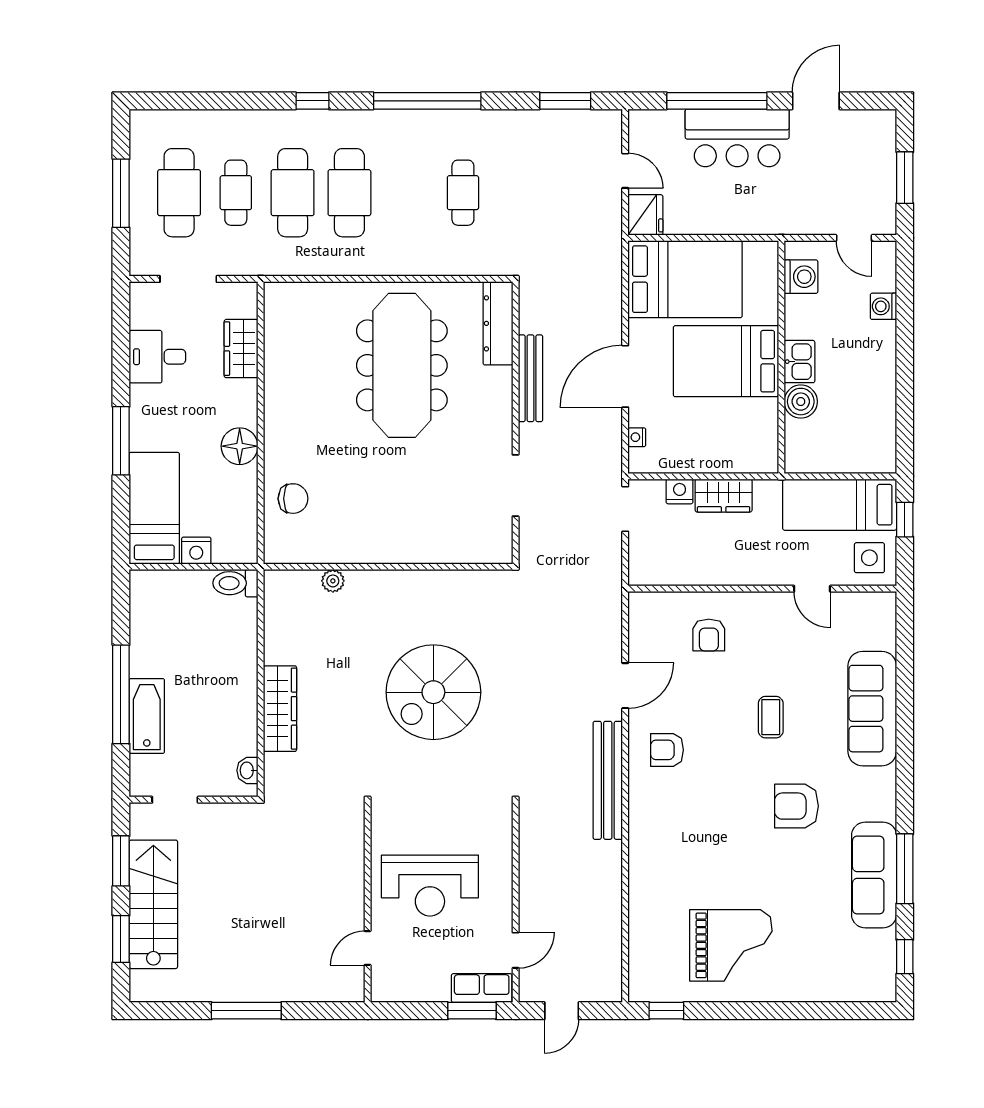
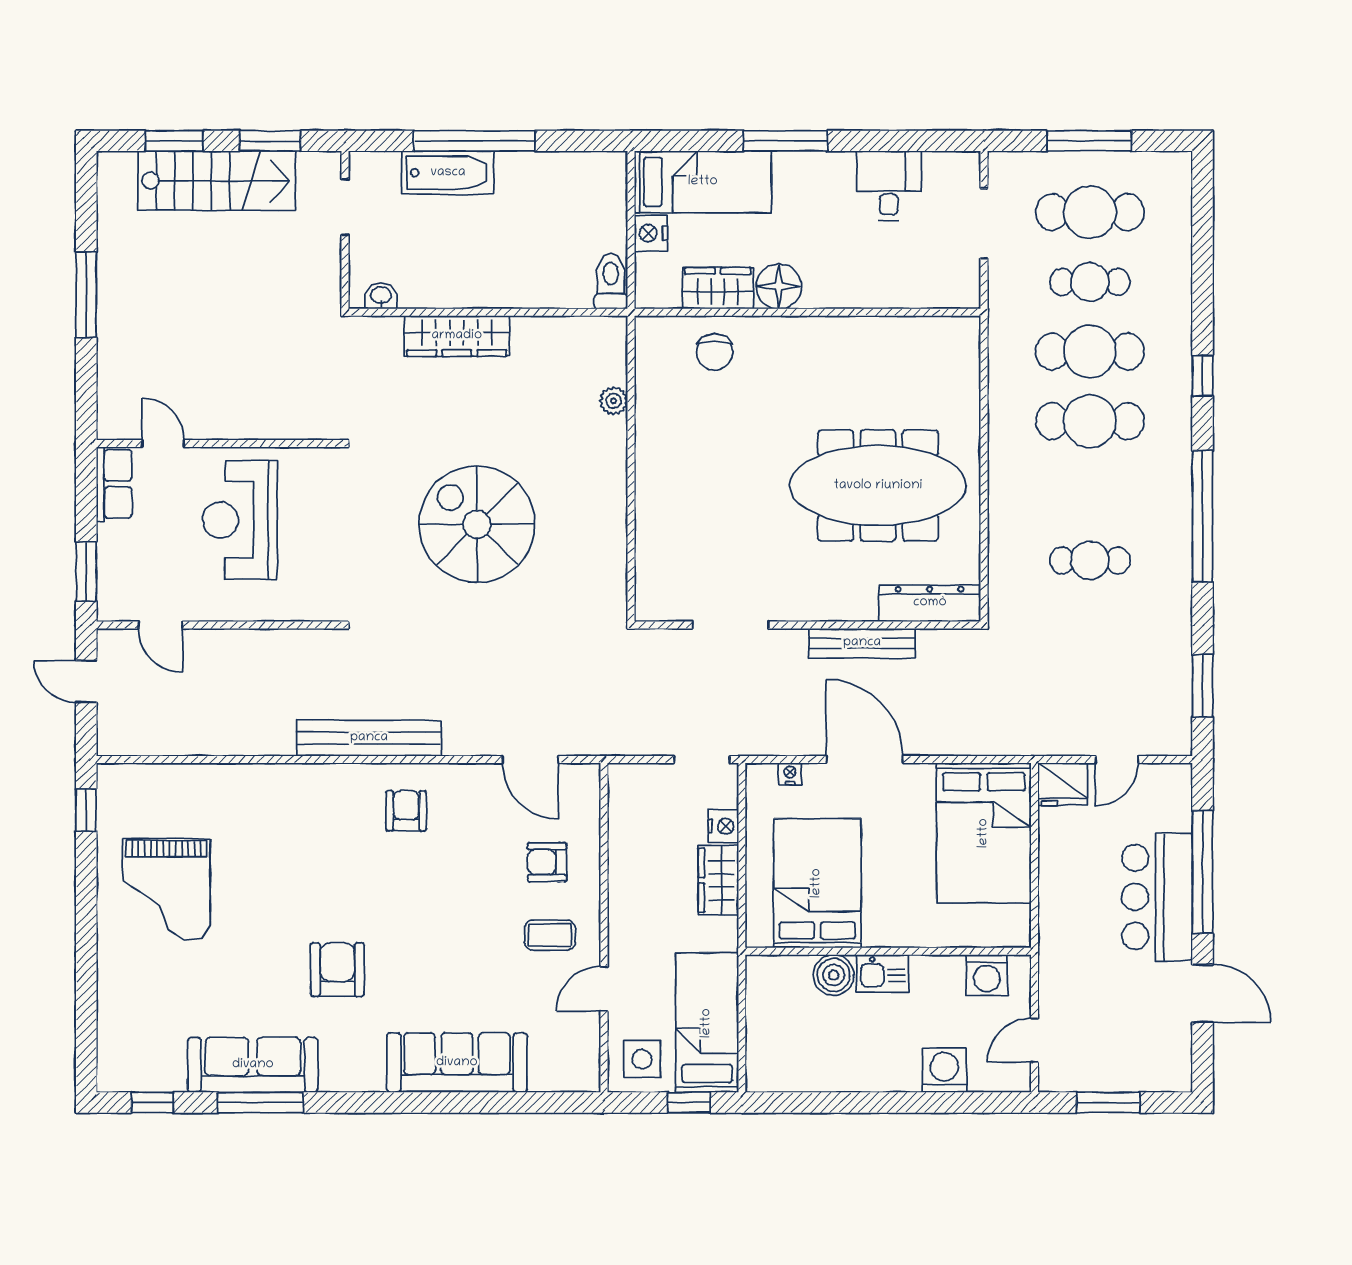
washing machine: (883, 306) -> (944, 1070), width x1.38, depth x1.38
wardrobe: (241, 349) -> (718, 288), moved
bed: (726, 361) -> (817, 883), moved
door: (625, 686) -> (530, 760), moved
coffee table: (771, 717) -> (550, 935), moved
row of seats: (482, 988) -> (114, 484), moved

